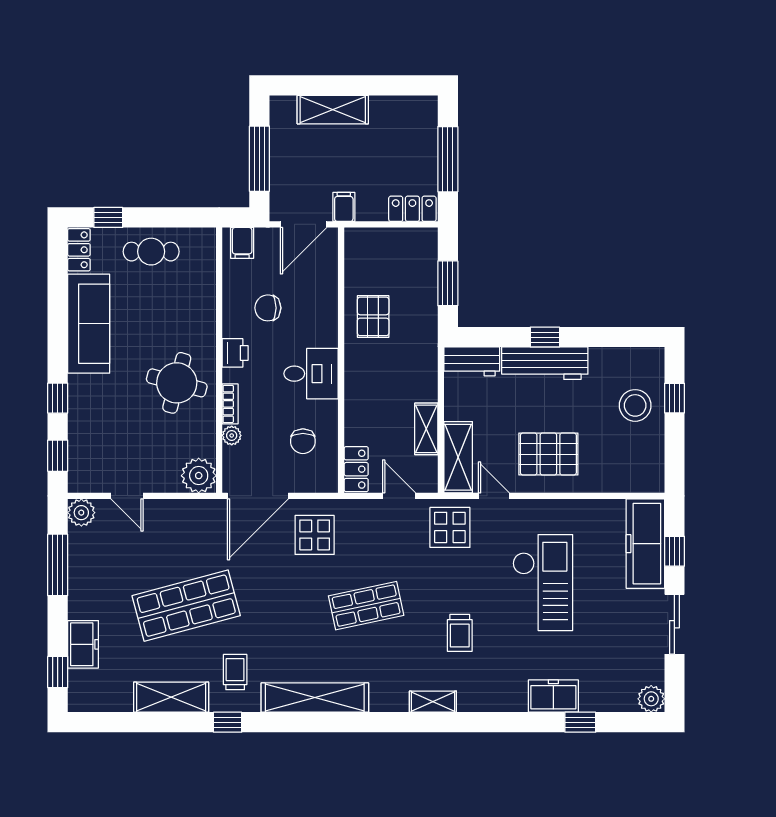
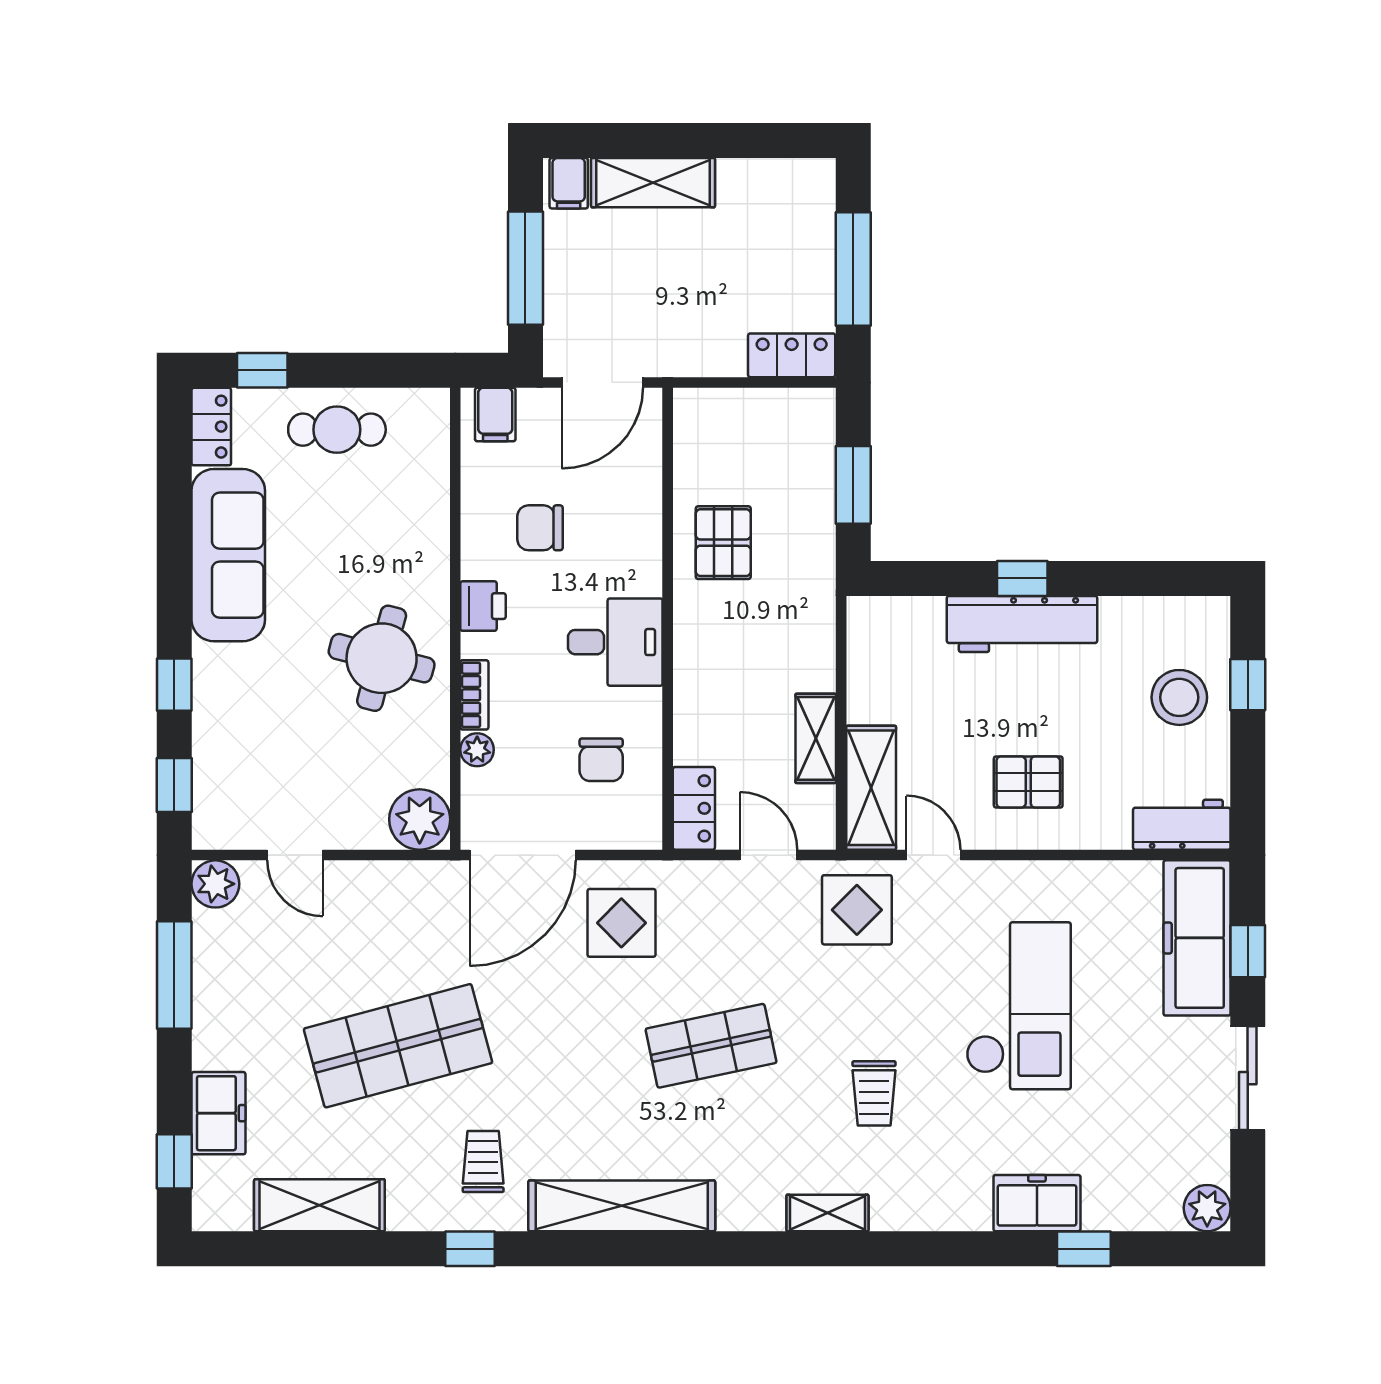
filing cabinet: (344, 207) -> (569, 183), moved, turned 180
workbench: (472, 361) -> (1182, 825), moved, turned 180
pallet: (548, 454) -> (1028, 782), width x0.67, depth x0.71
shelving: (171, 697) -> (319, 1205), moved

